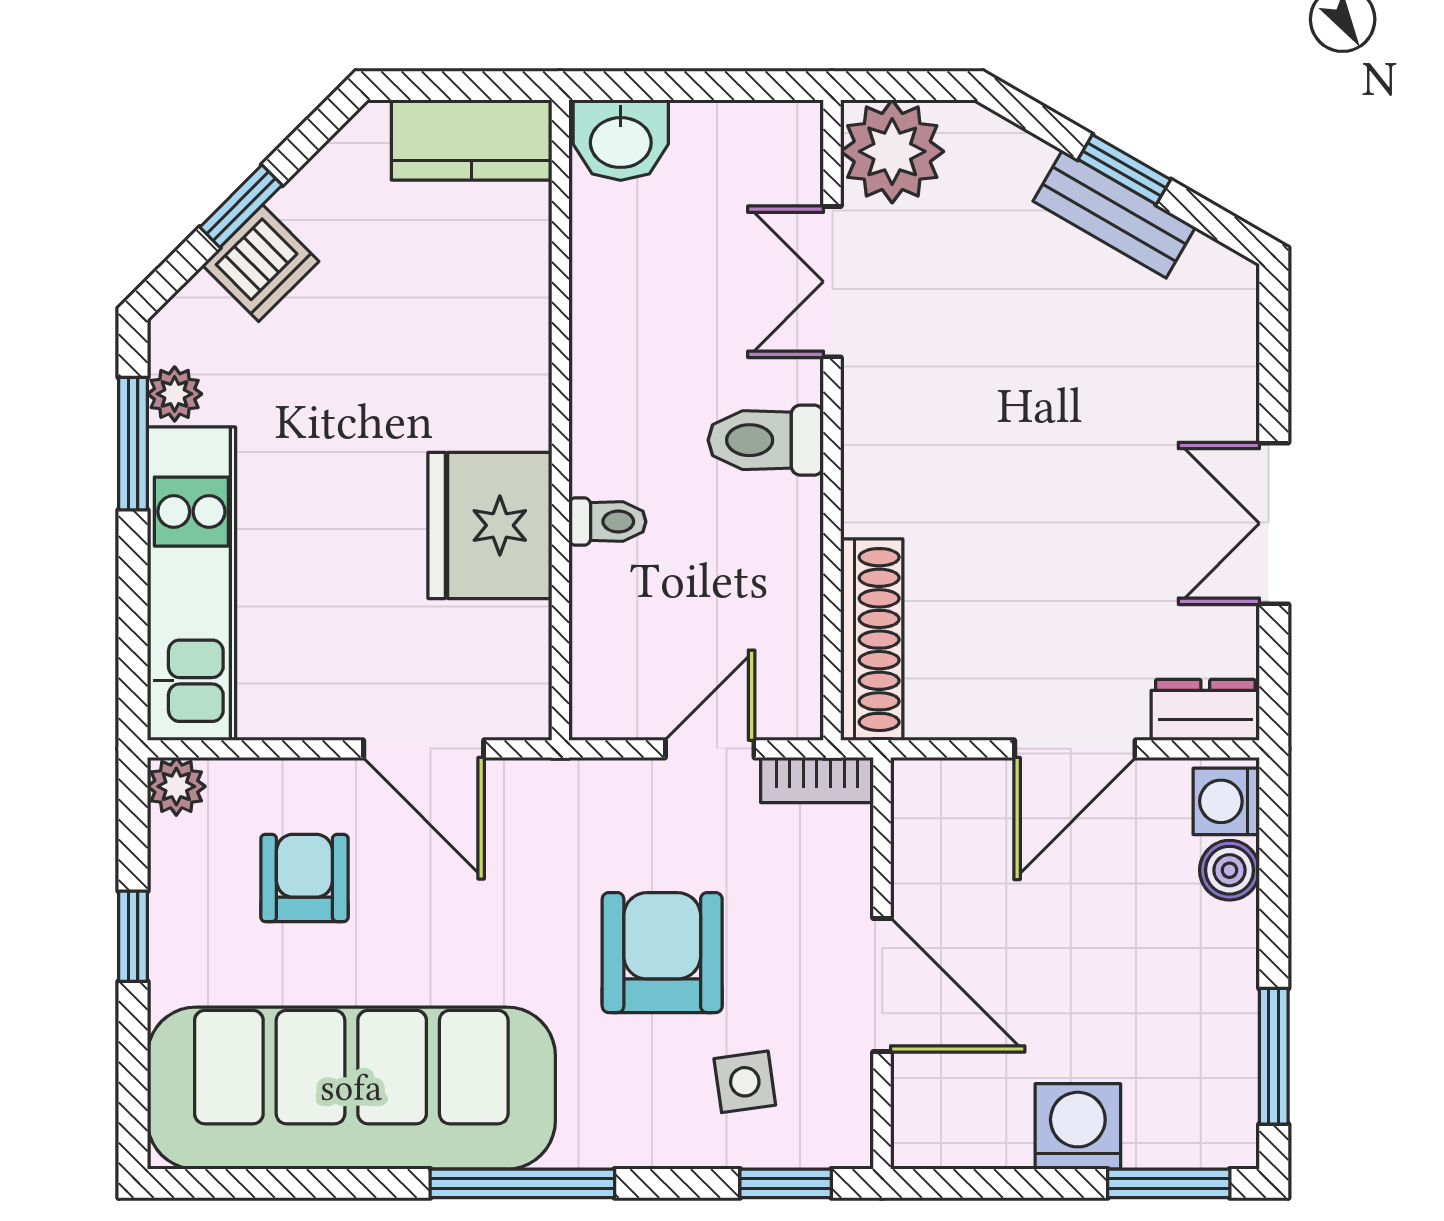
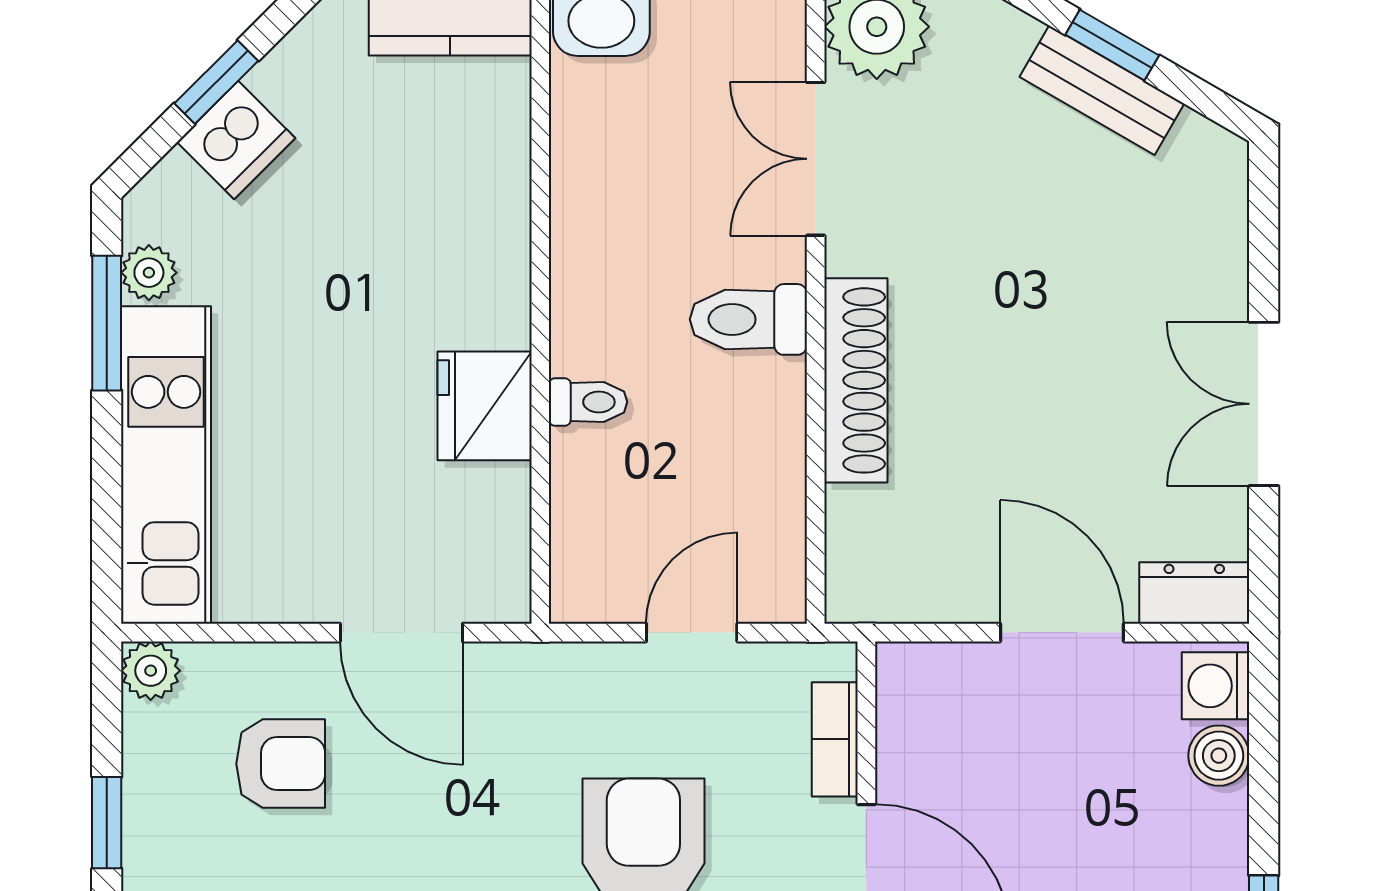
fridge: (490, 525) -> (485, 406), width x0.73, depth x0.75
shoe rack: (872, 640) -> (856, 380), moved
door: (1075, 749) -> (1062, 633), swing flipped
bookcase: (817, 780) -> (835, 739), moved, turned 90
armchair: (304, 878) -> (281, 764), turned 90

